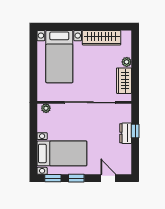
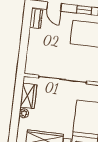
window: (135, 131) -> (24, 48), removed
dresser: (126, 133) -> (36, 19), moved

